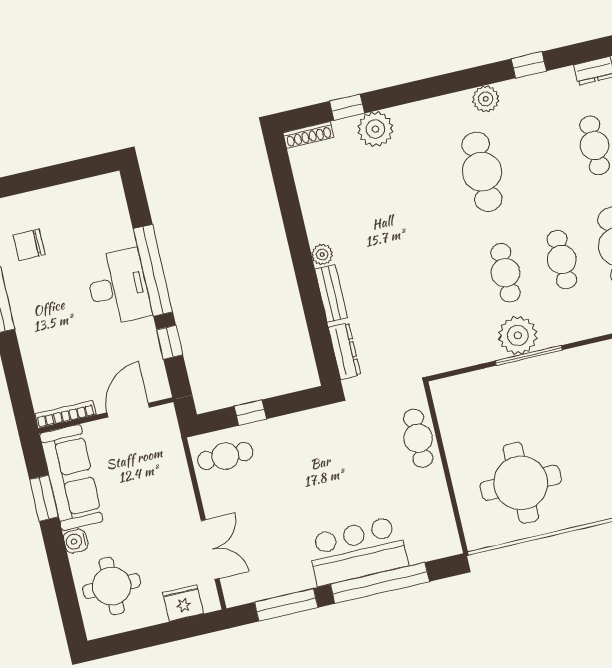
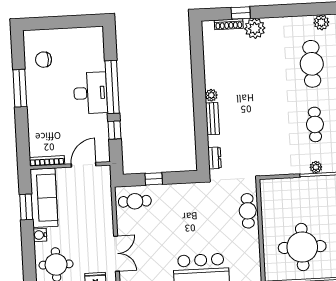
shoe rack: (308, 135) -> (229, 24), moved
plant: (518, 335) -> (316, 167), width x0.53, depth x0.53
dresser: (345, 351) -> (214, 158), width x0.70

